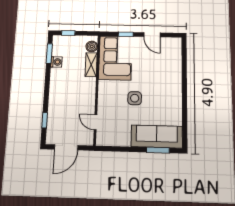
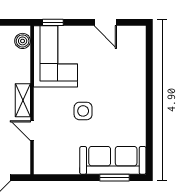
window: (126, 34) -> (53, 22), moved
shelving: (91, 65) -> (23, 100), moved
door: (95, 122) -> (32, 131), moved

